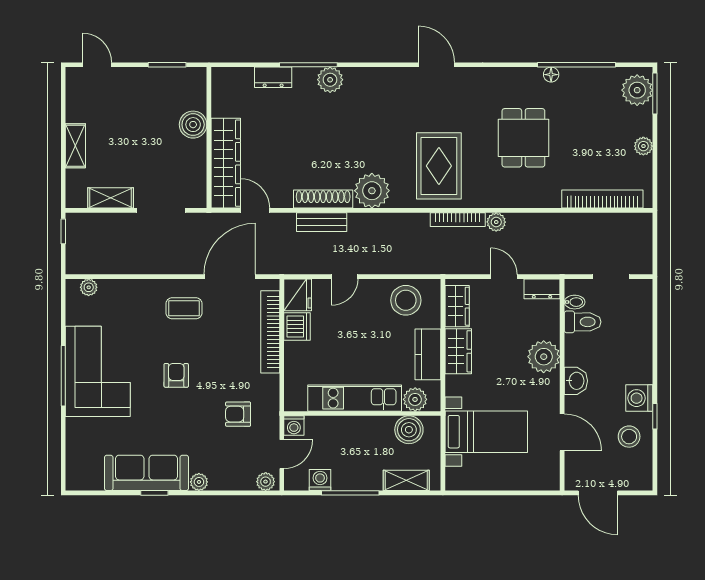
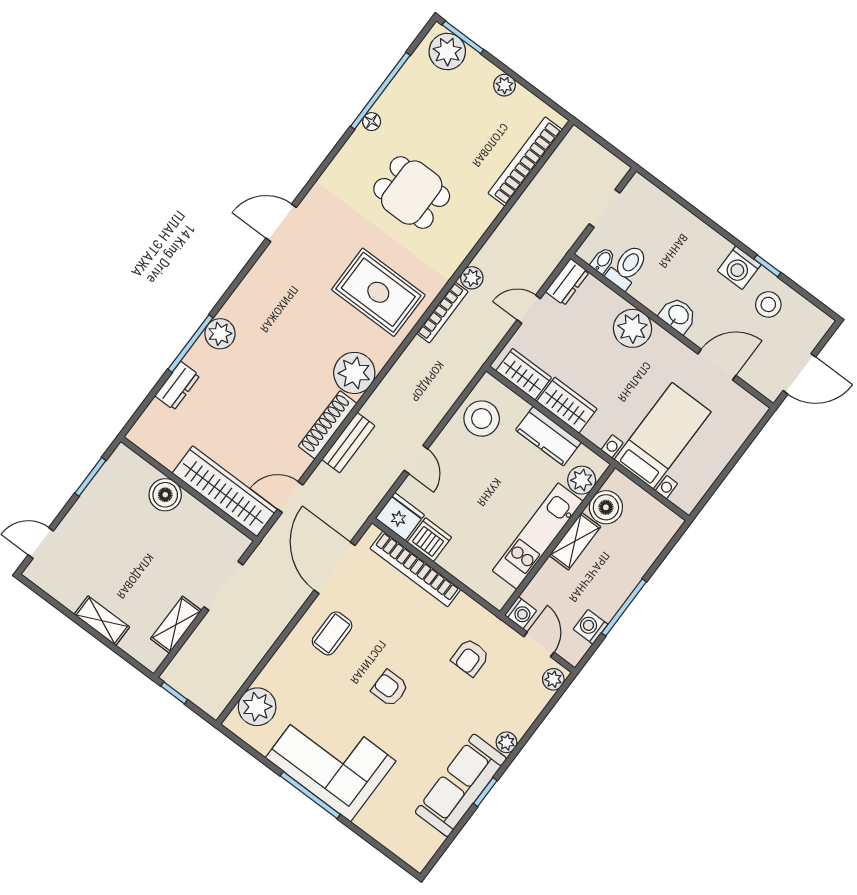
plant: (89, 287) -> (257, 707), width x1.88, depth x1.88
shelving: (406, 480) -> (575, 541), moved

